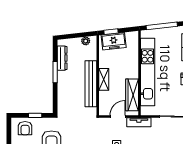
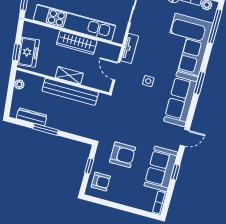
wardrobe: (132, 95) -> (77, 43), moved

